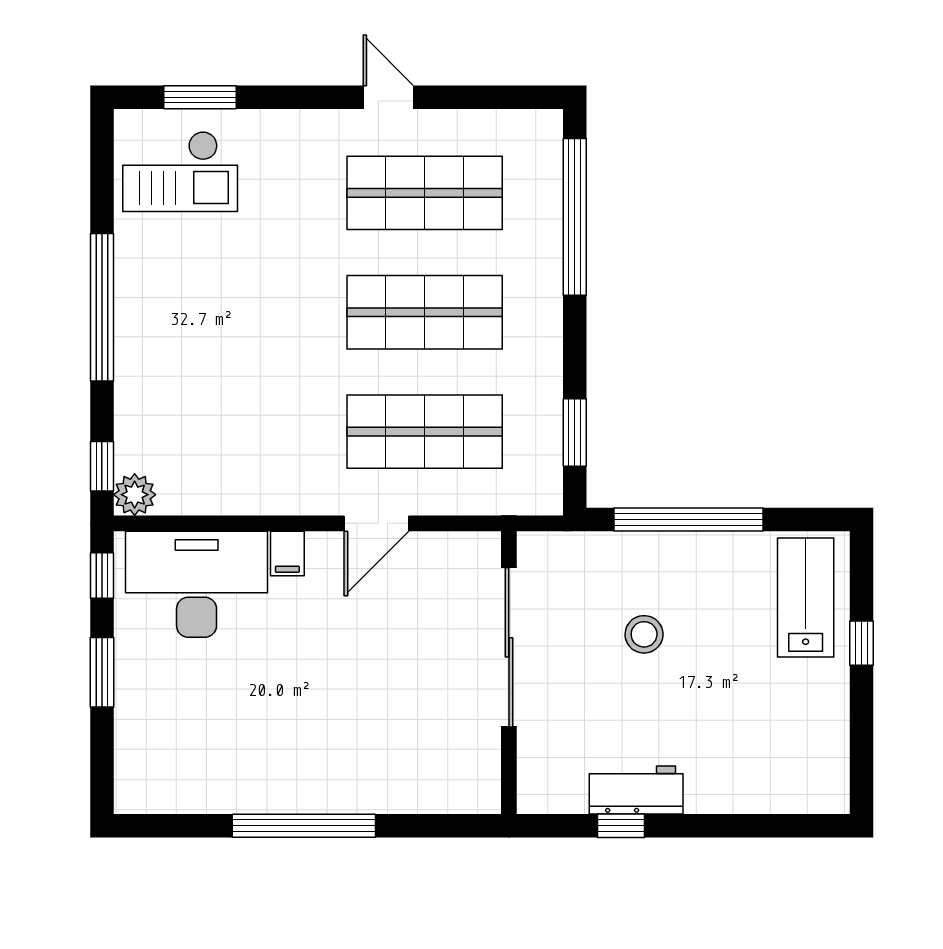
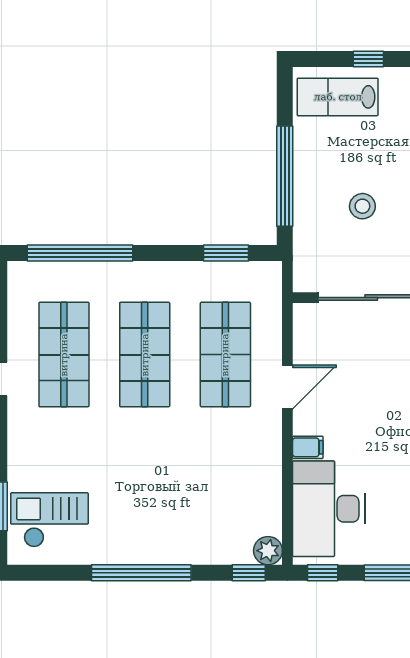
checkout: (180, 171) -> (49, 520), turned -90
door: (377, 523) -> (287, 387), hinge flipped

